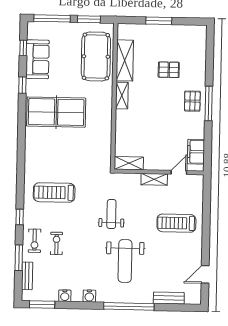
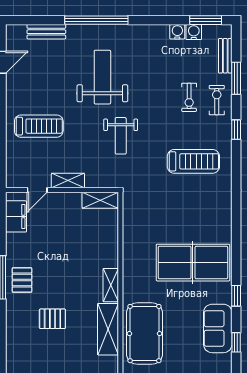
water cooler: (89, 296) -> (194, 32), moved

